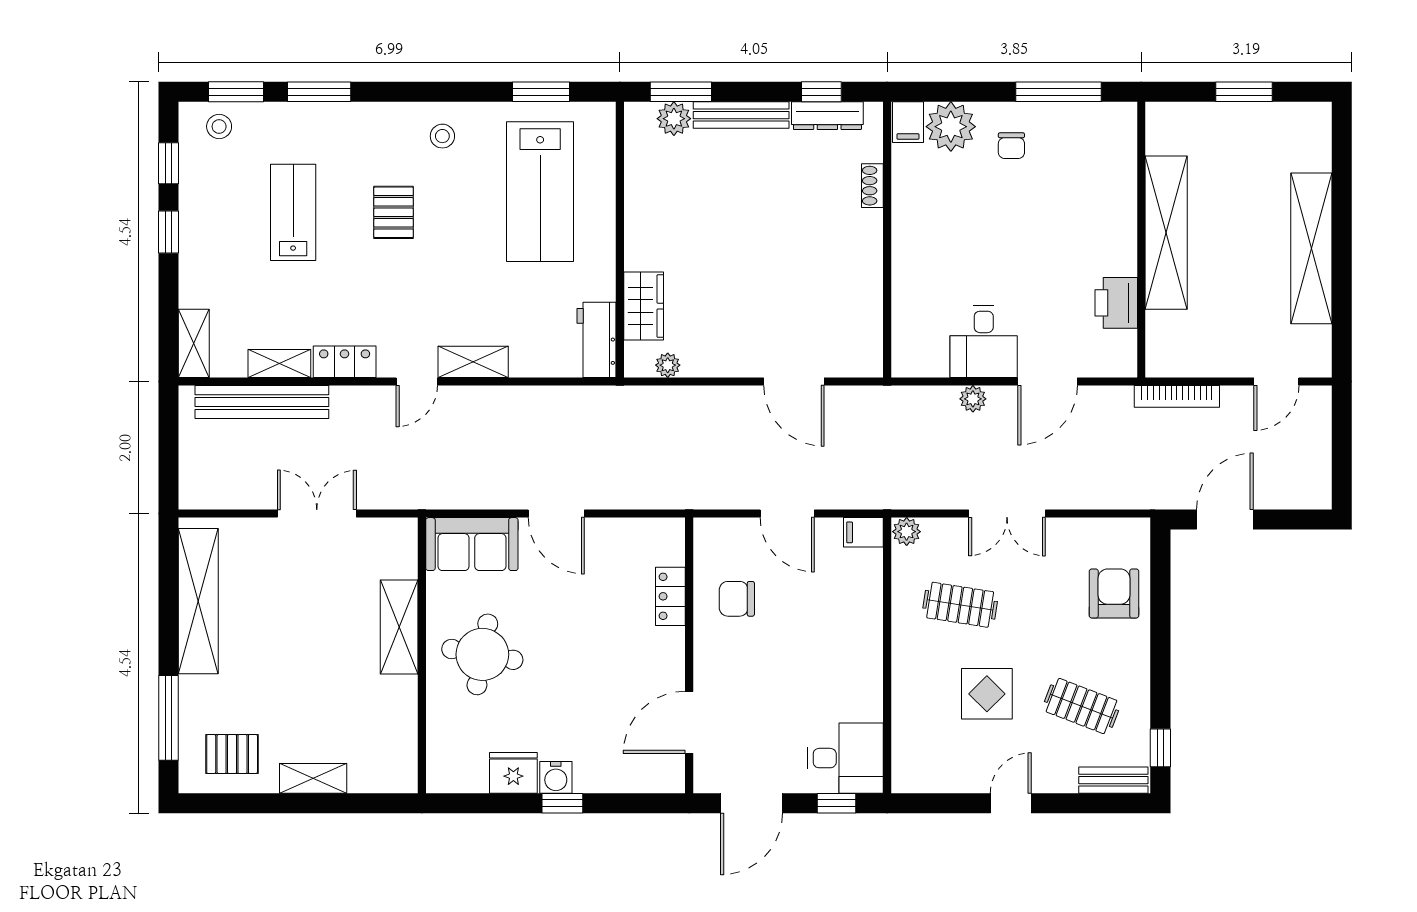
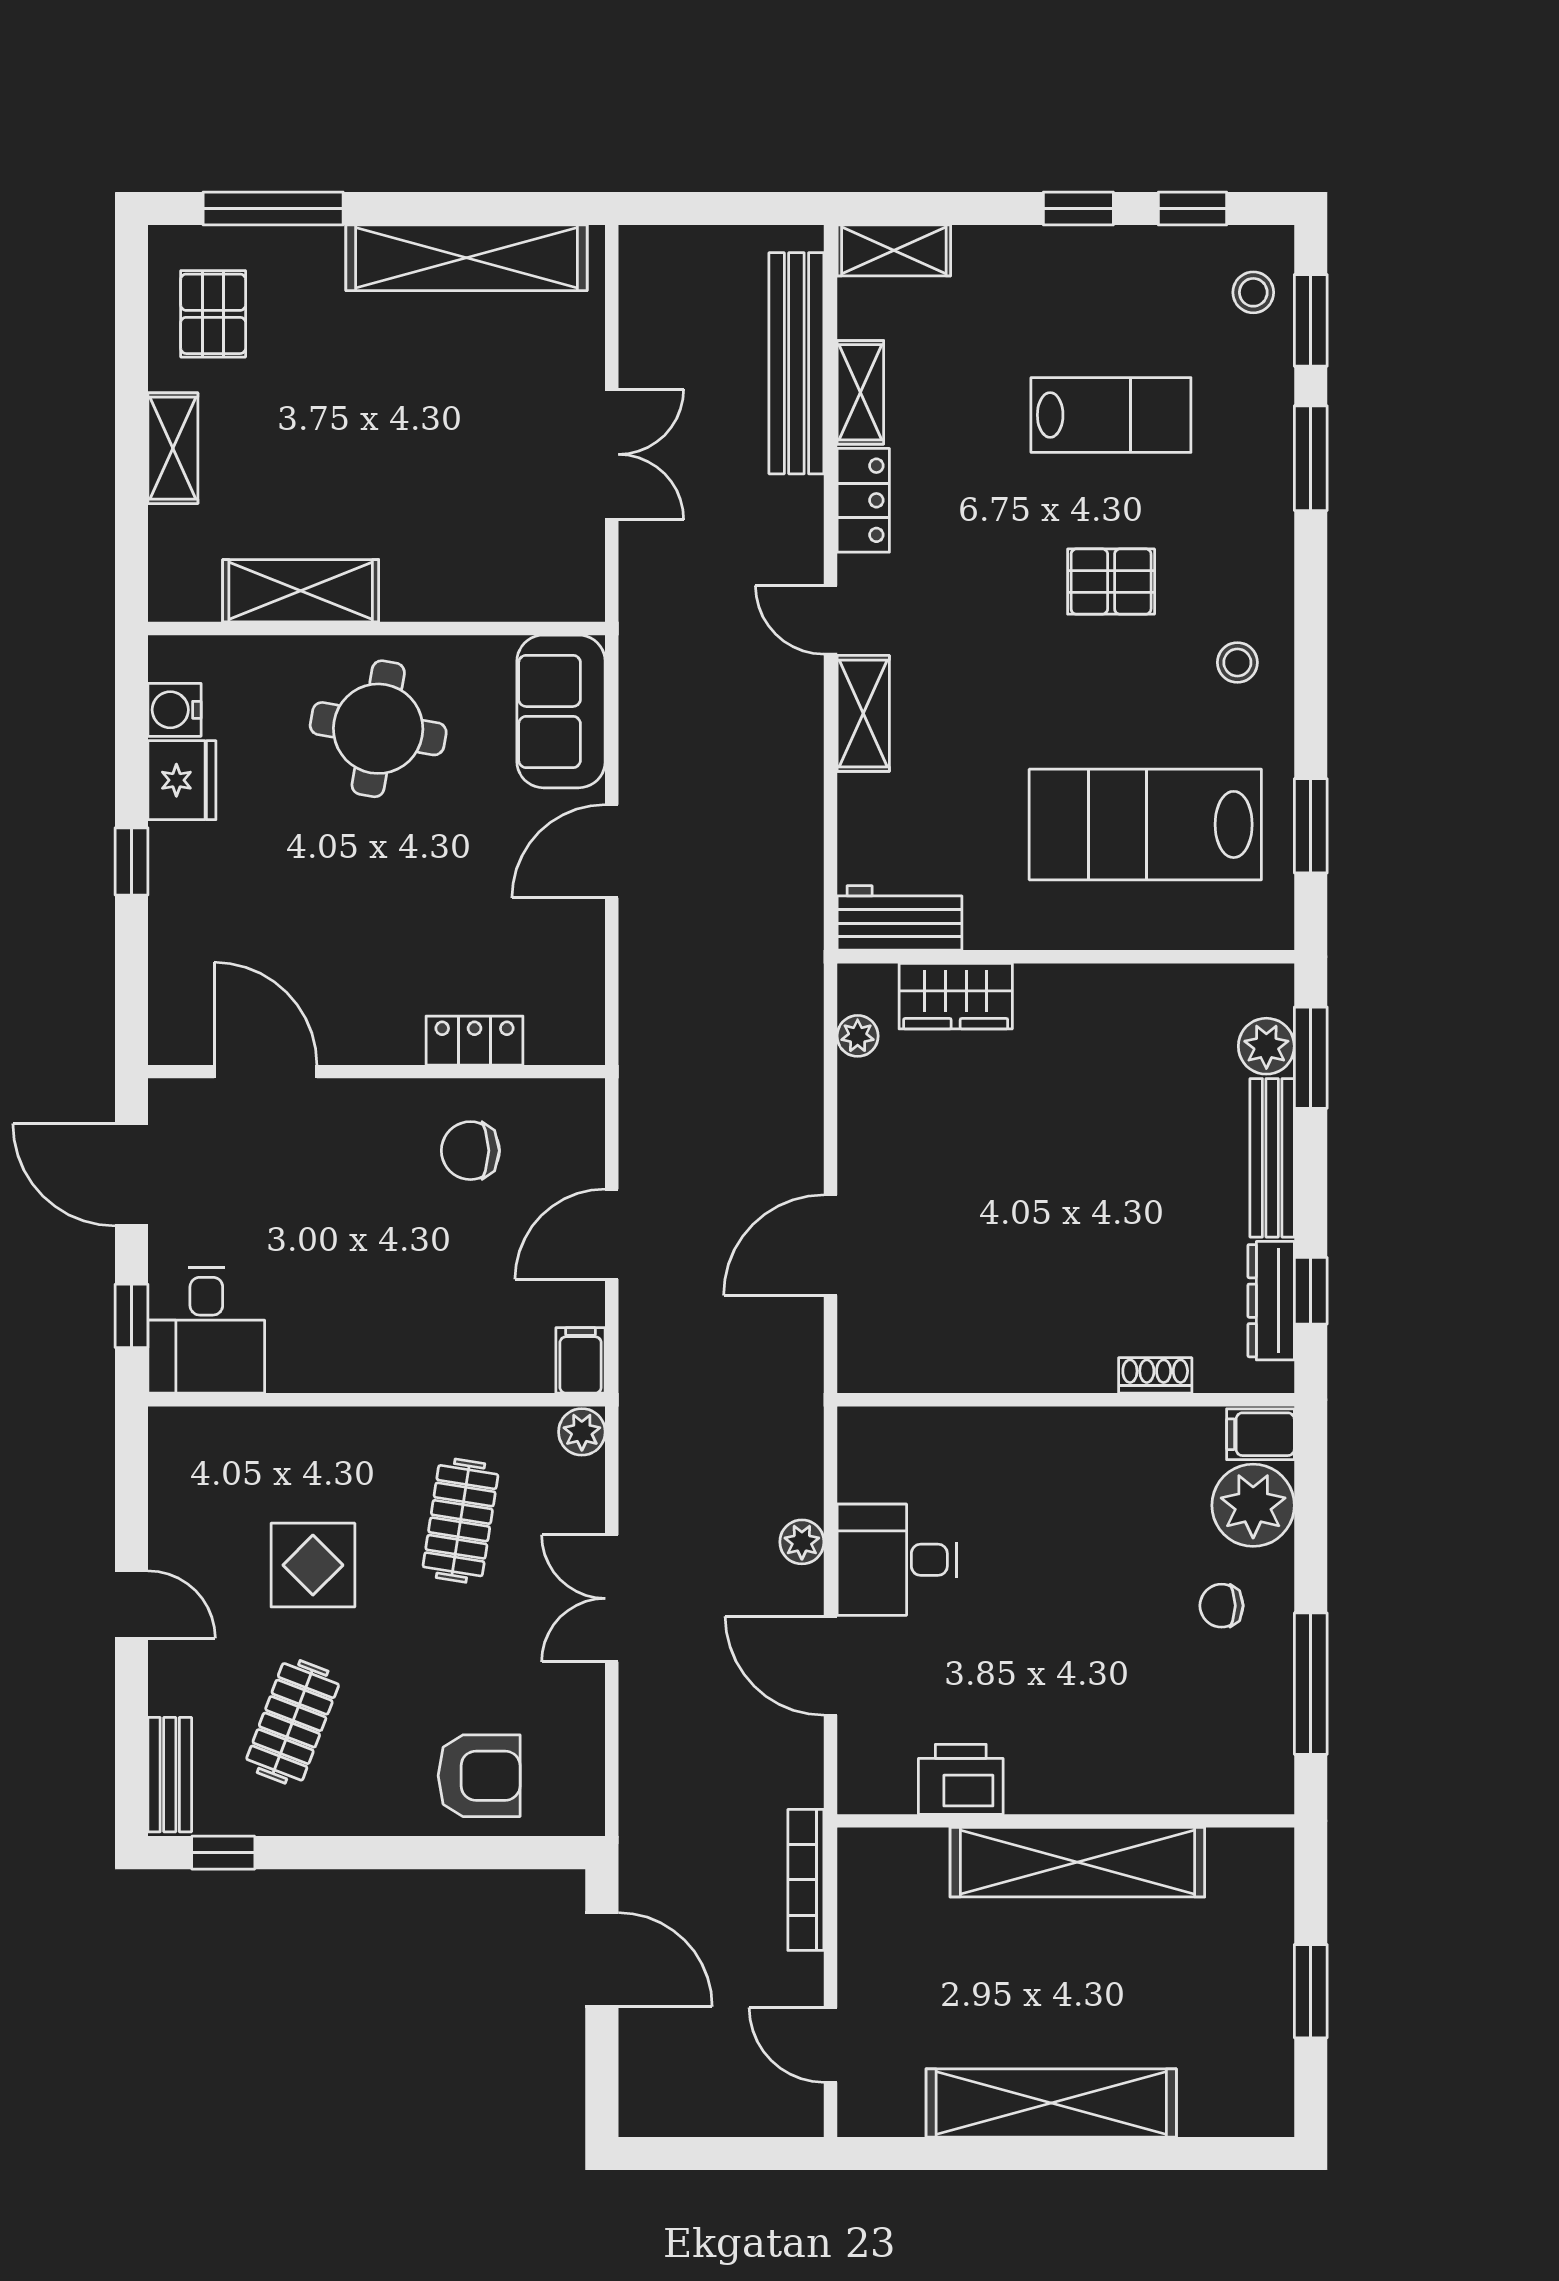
chair: (737, 599) -> (470, 1151), turned -90
shelving: (399, 627) -> (301, 591), moved
water cooler: (556, 777) -> (174, 710), moved

